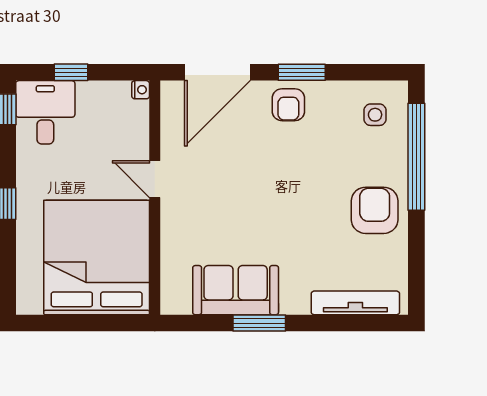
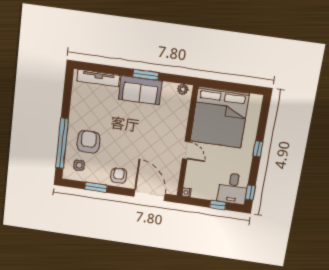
door: (218, 72) -> (150, 195), hinge flipped
window: (302, 72) -> (96, 187), moved
armchair: (375, 210) -> (88, 142), moved, turned 180
sofa: (236, 290) -> (140, 90), moved
plant: (180, 304) -> (183, 89), added

